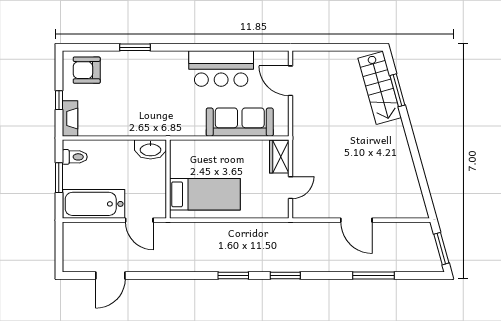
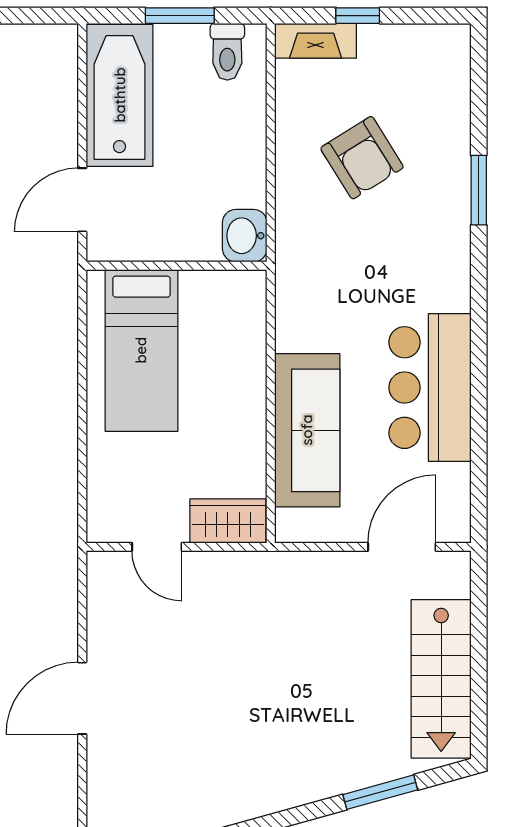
armchair: (87, 70) -> (362, 158), moved, turned 148
stairs: (380, 88) -> (441, 679), moved, turned -74
washbasin: (150, 149) -> (245, 236), width x0.72

